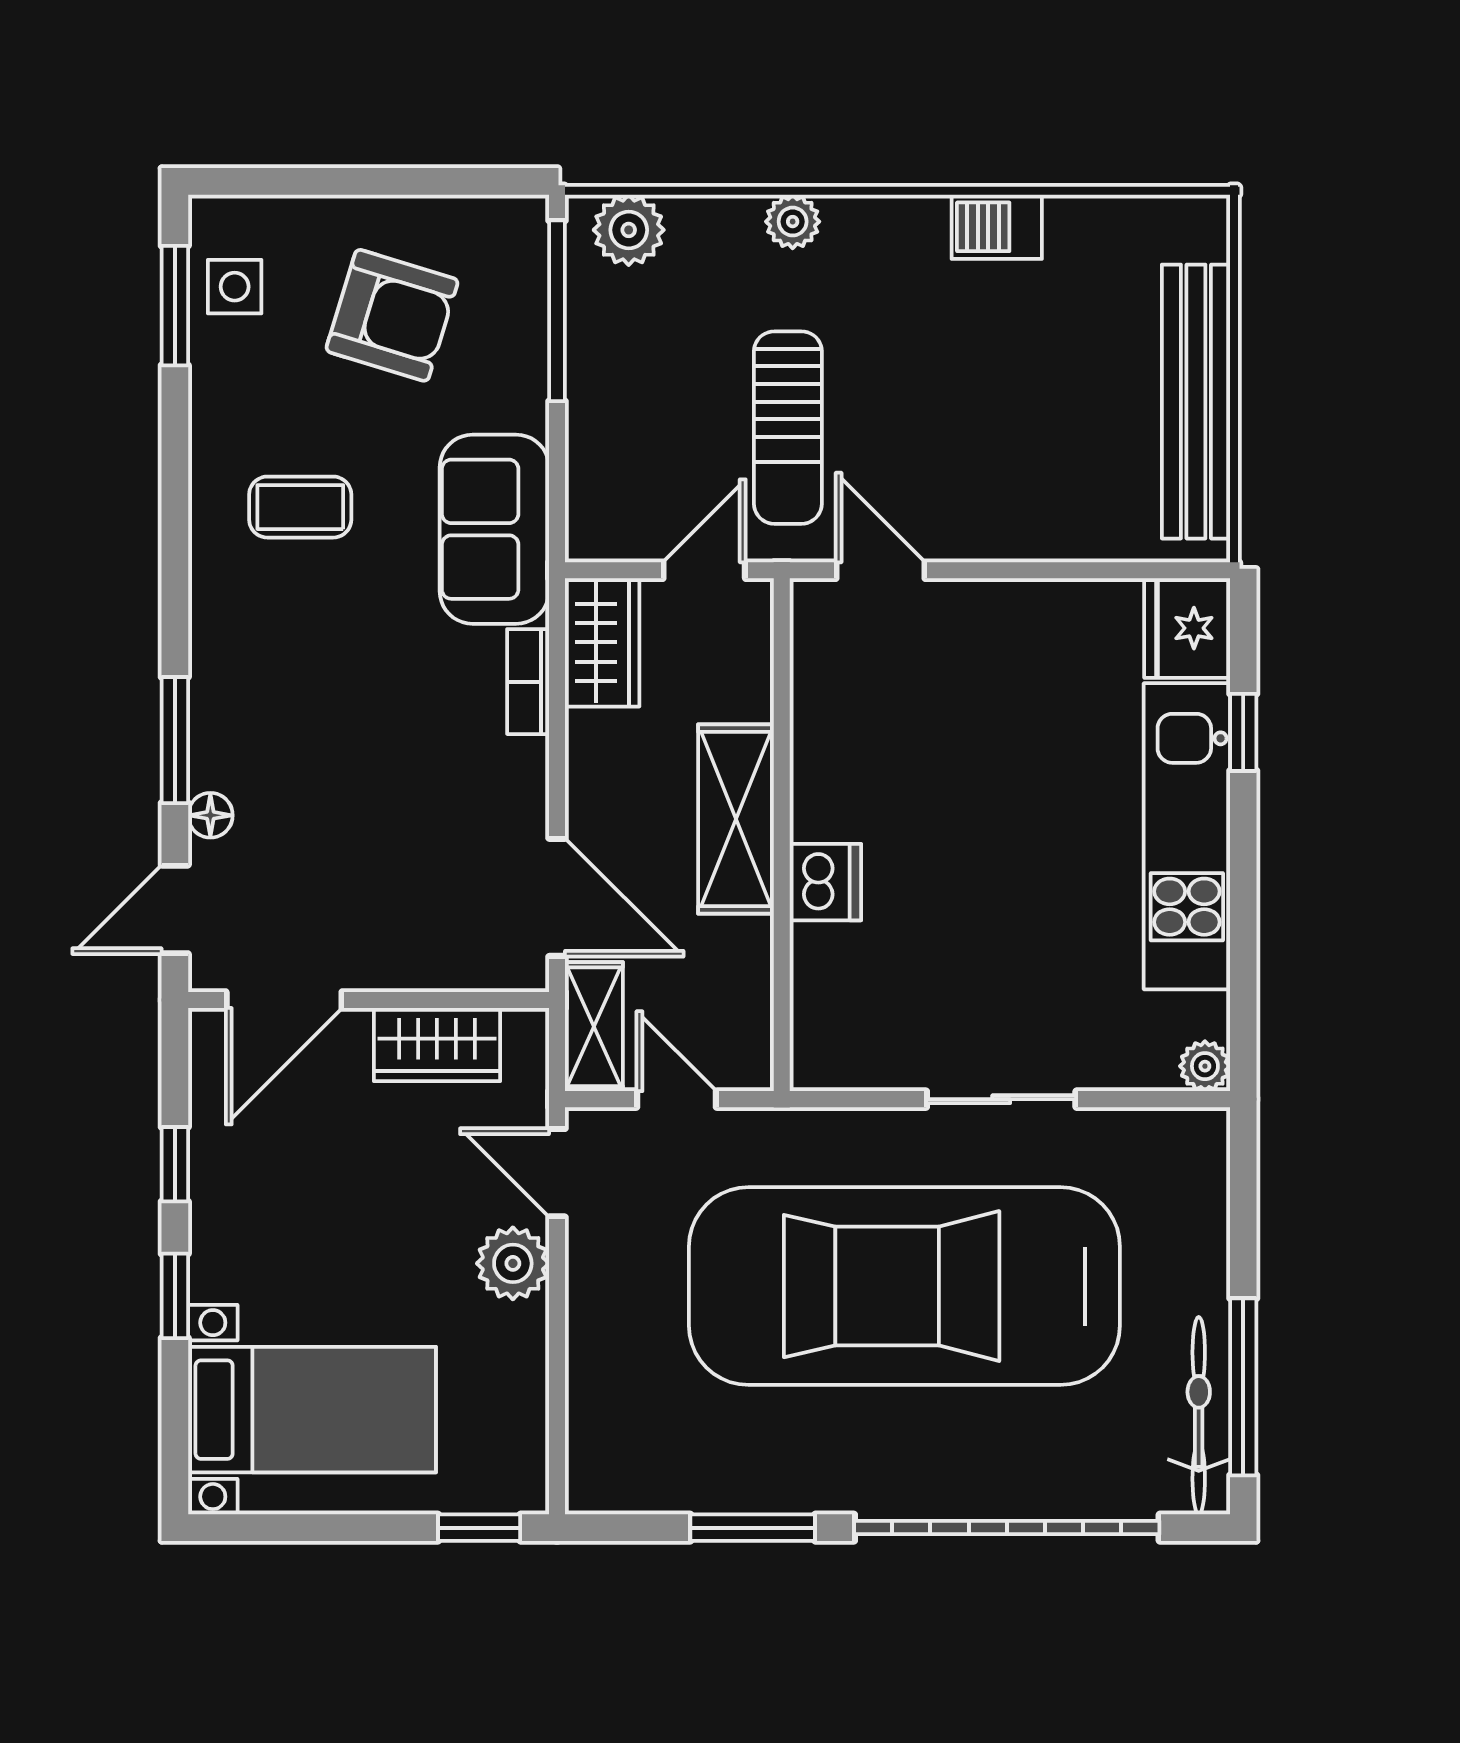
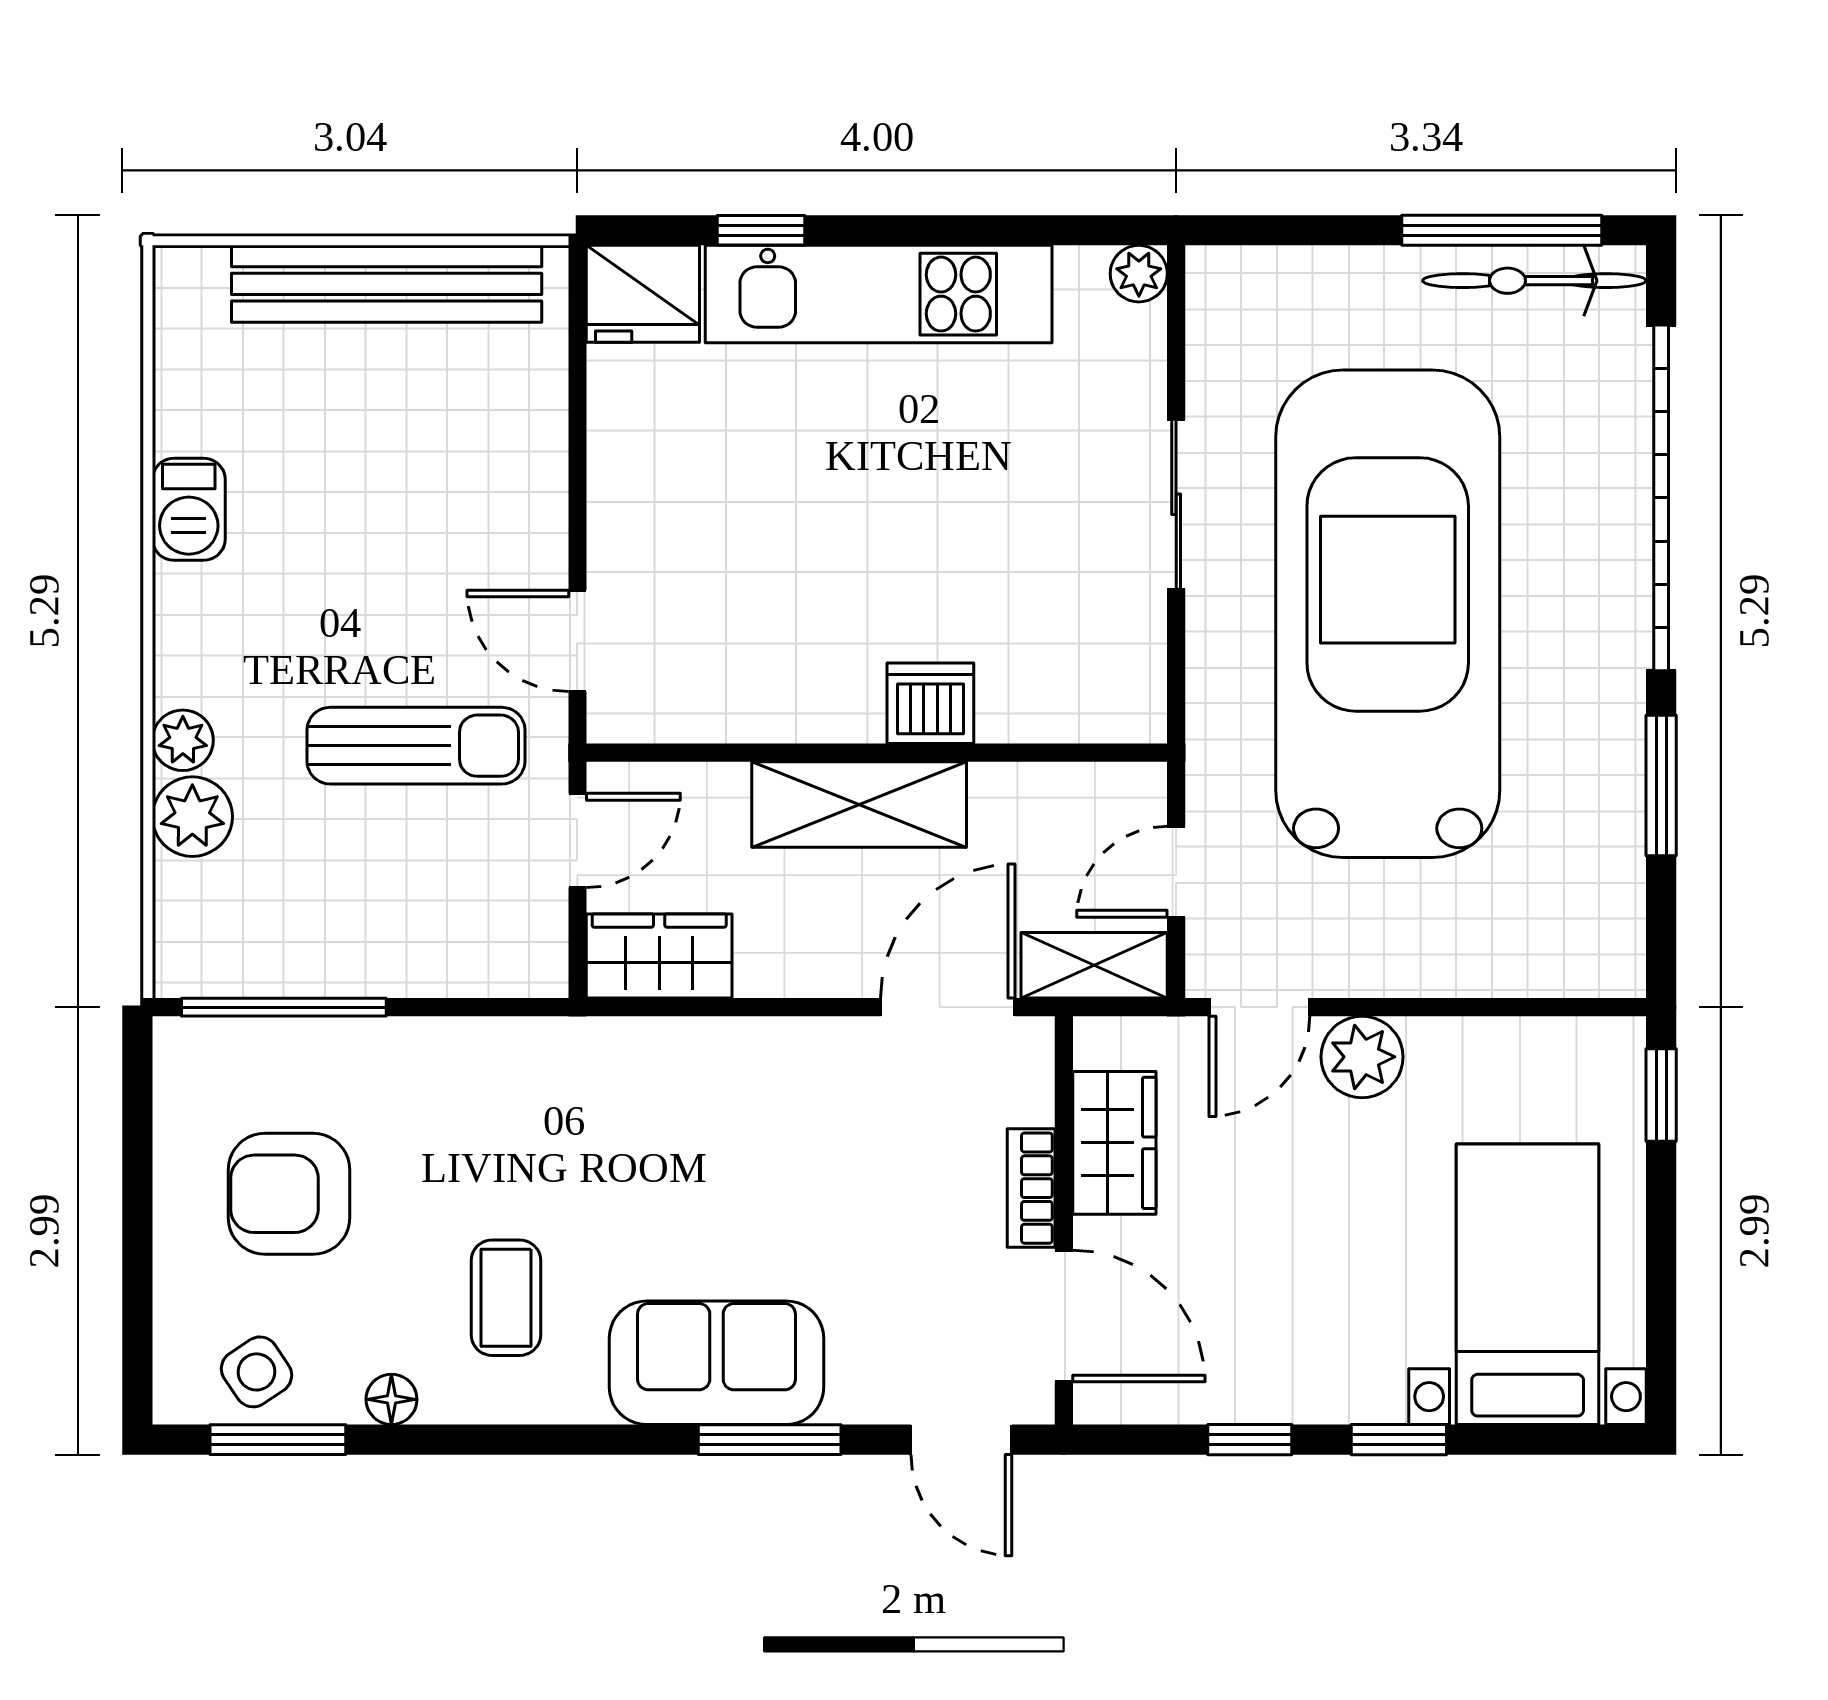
plant: (629, 230) -> (192, 817), moved
side table: (235, 287) -> (256, 1372), turned -34
armchair: (392, 315) -> (289, 1194), turned -107
sofa: (494, 529) -> (716, 1363), moved, turned 180
door: (704, 570) -> (577, 840), swing flipped
door: (880, 570) -> (577, 641), hinge flipped
bookcase: (528, 682) -> (1031, 1188), moved, turned 90
floor lamp: (210, 815) -> (391, 1399), moved
car: (904, 1286) -> (1388, 614), turned 180

